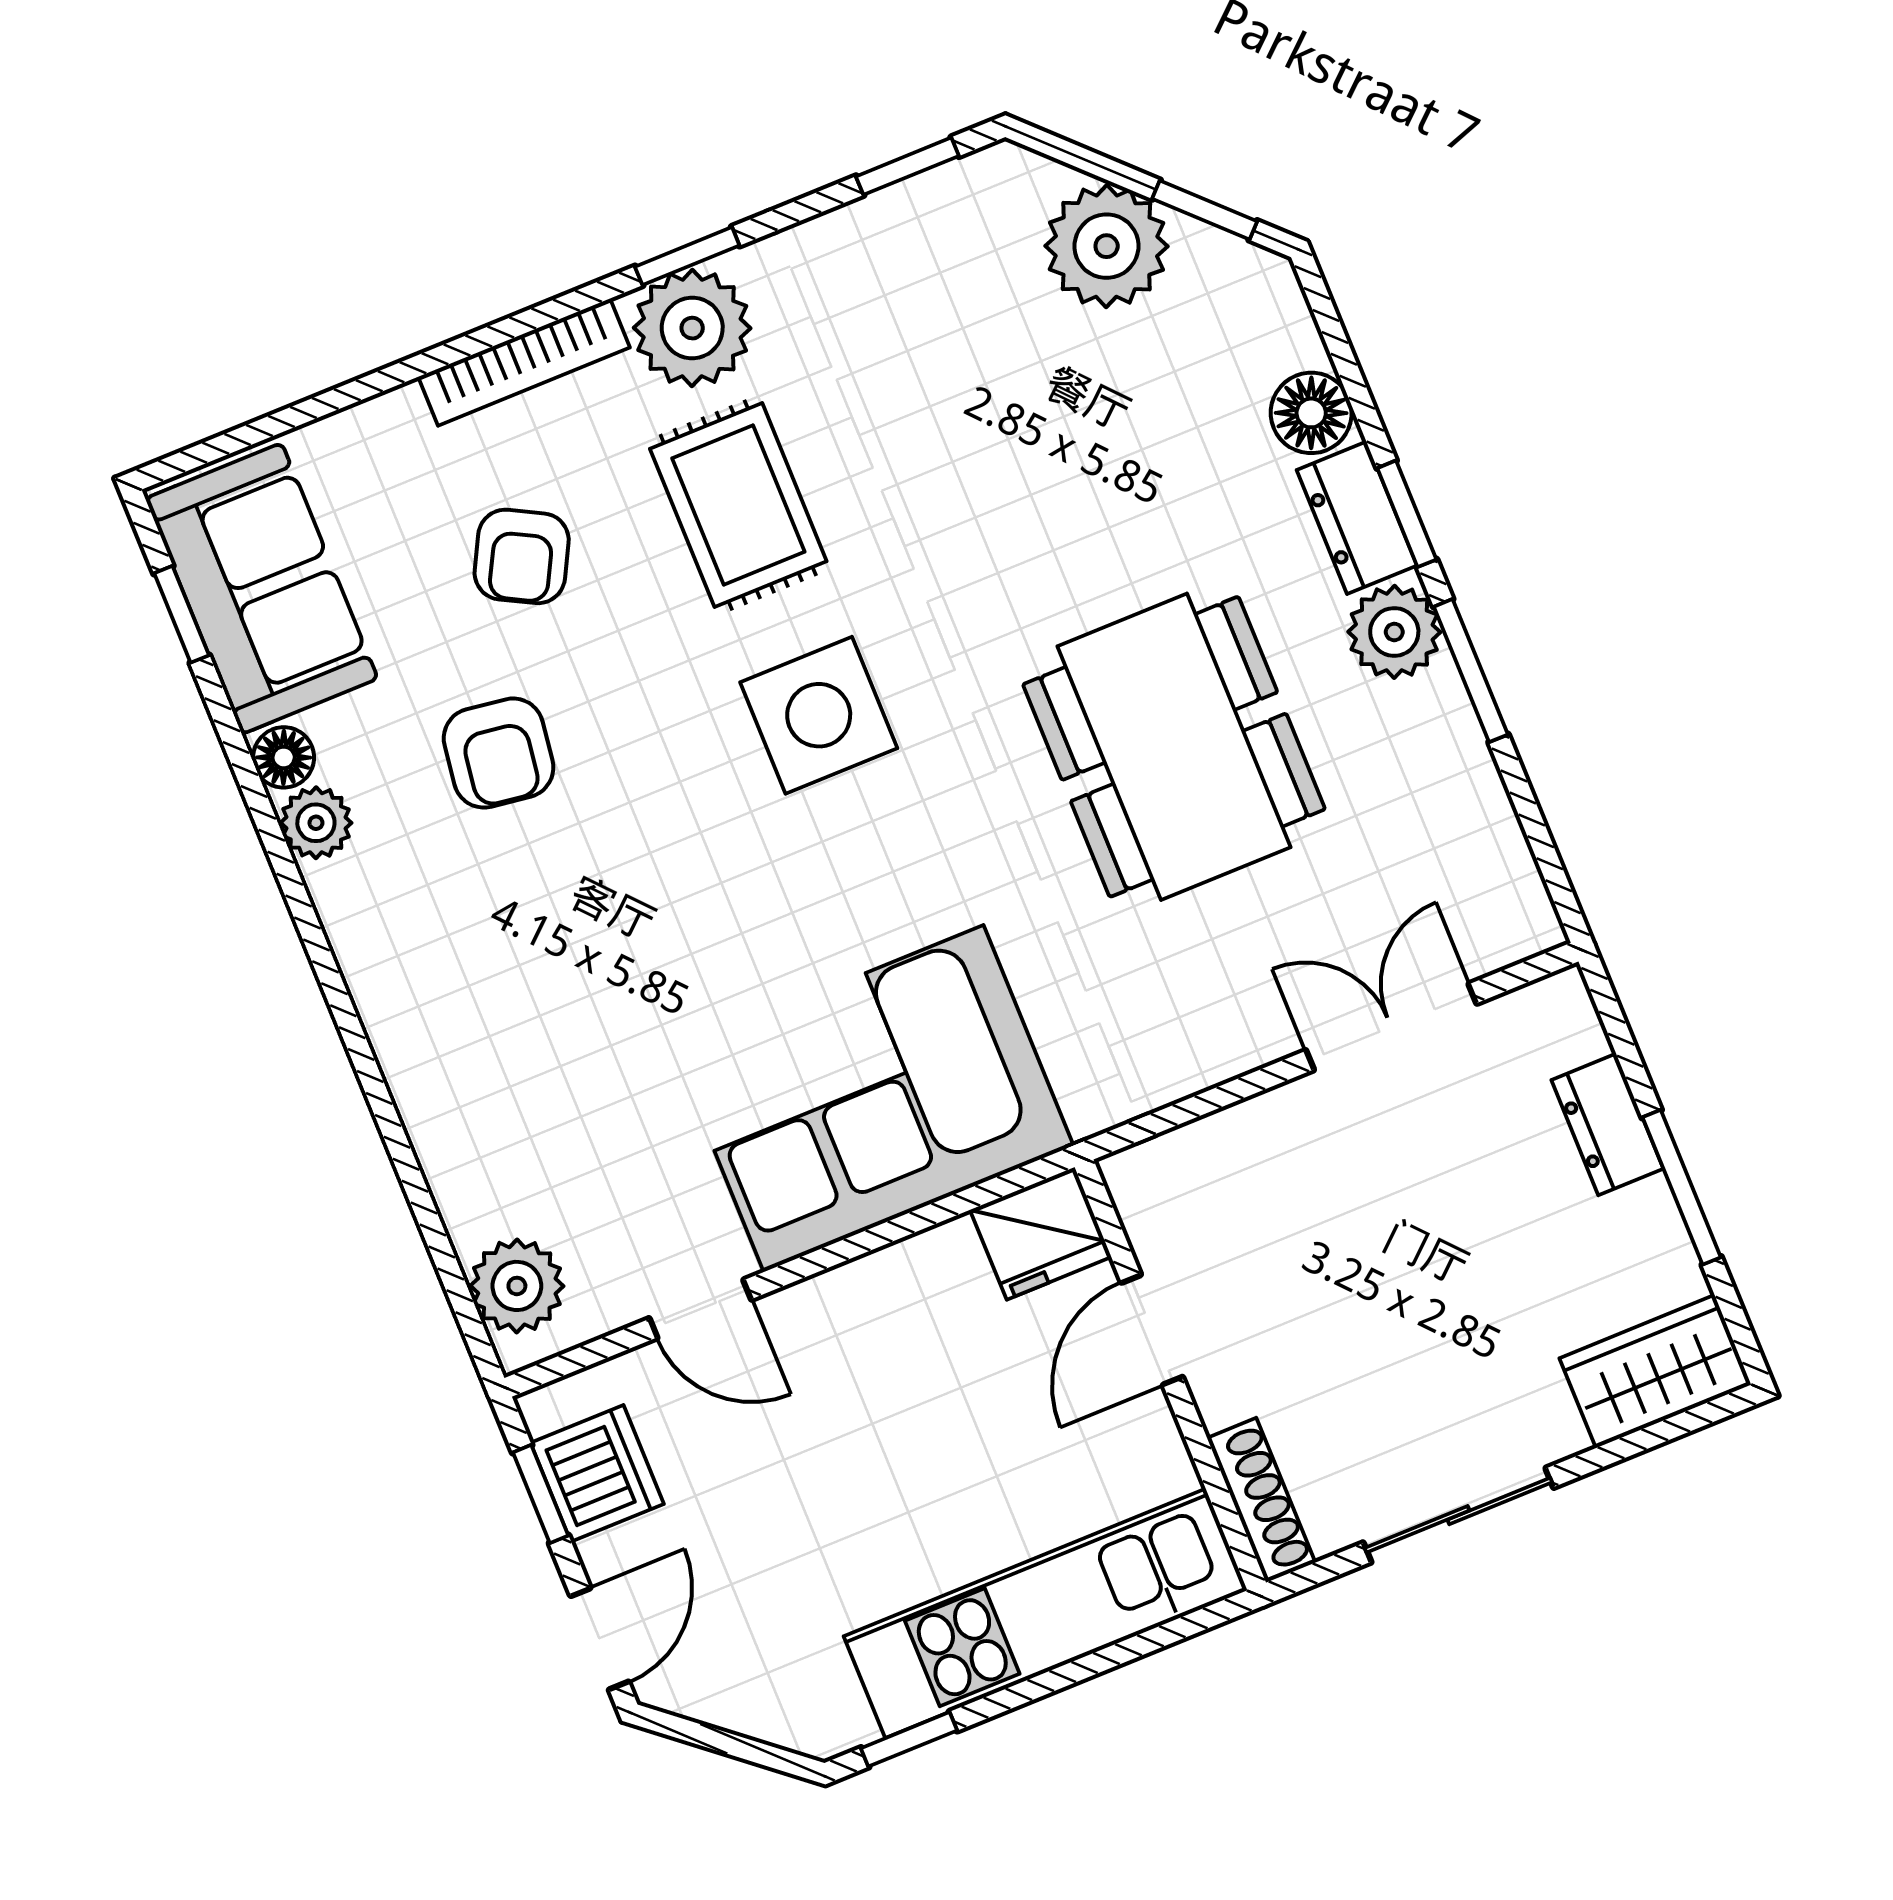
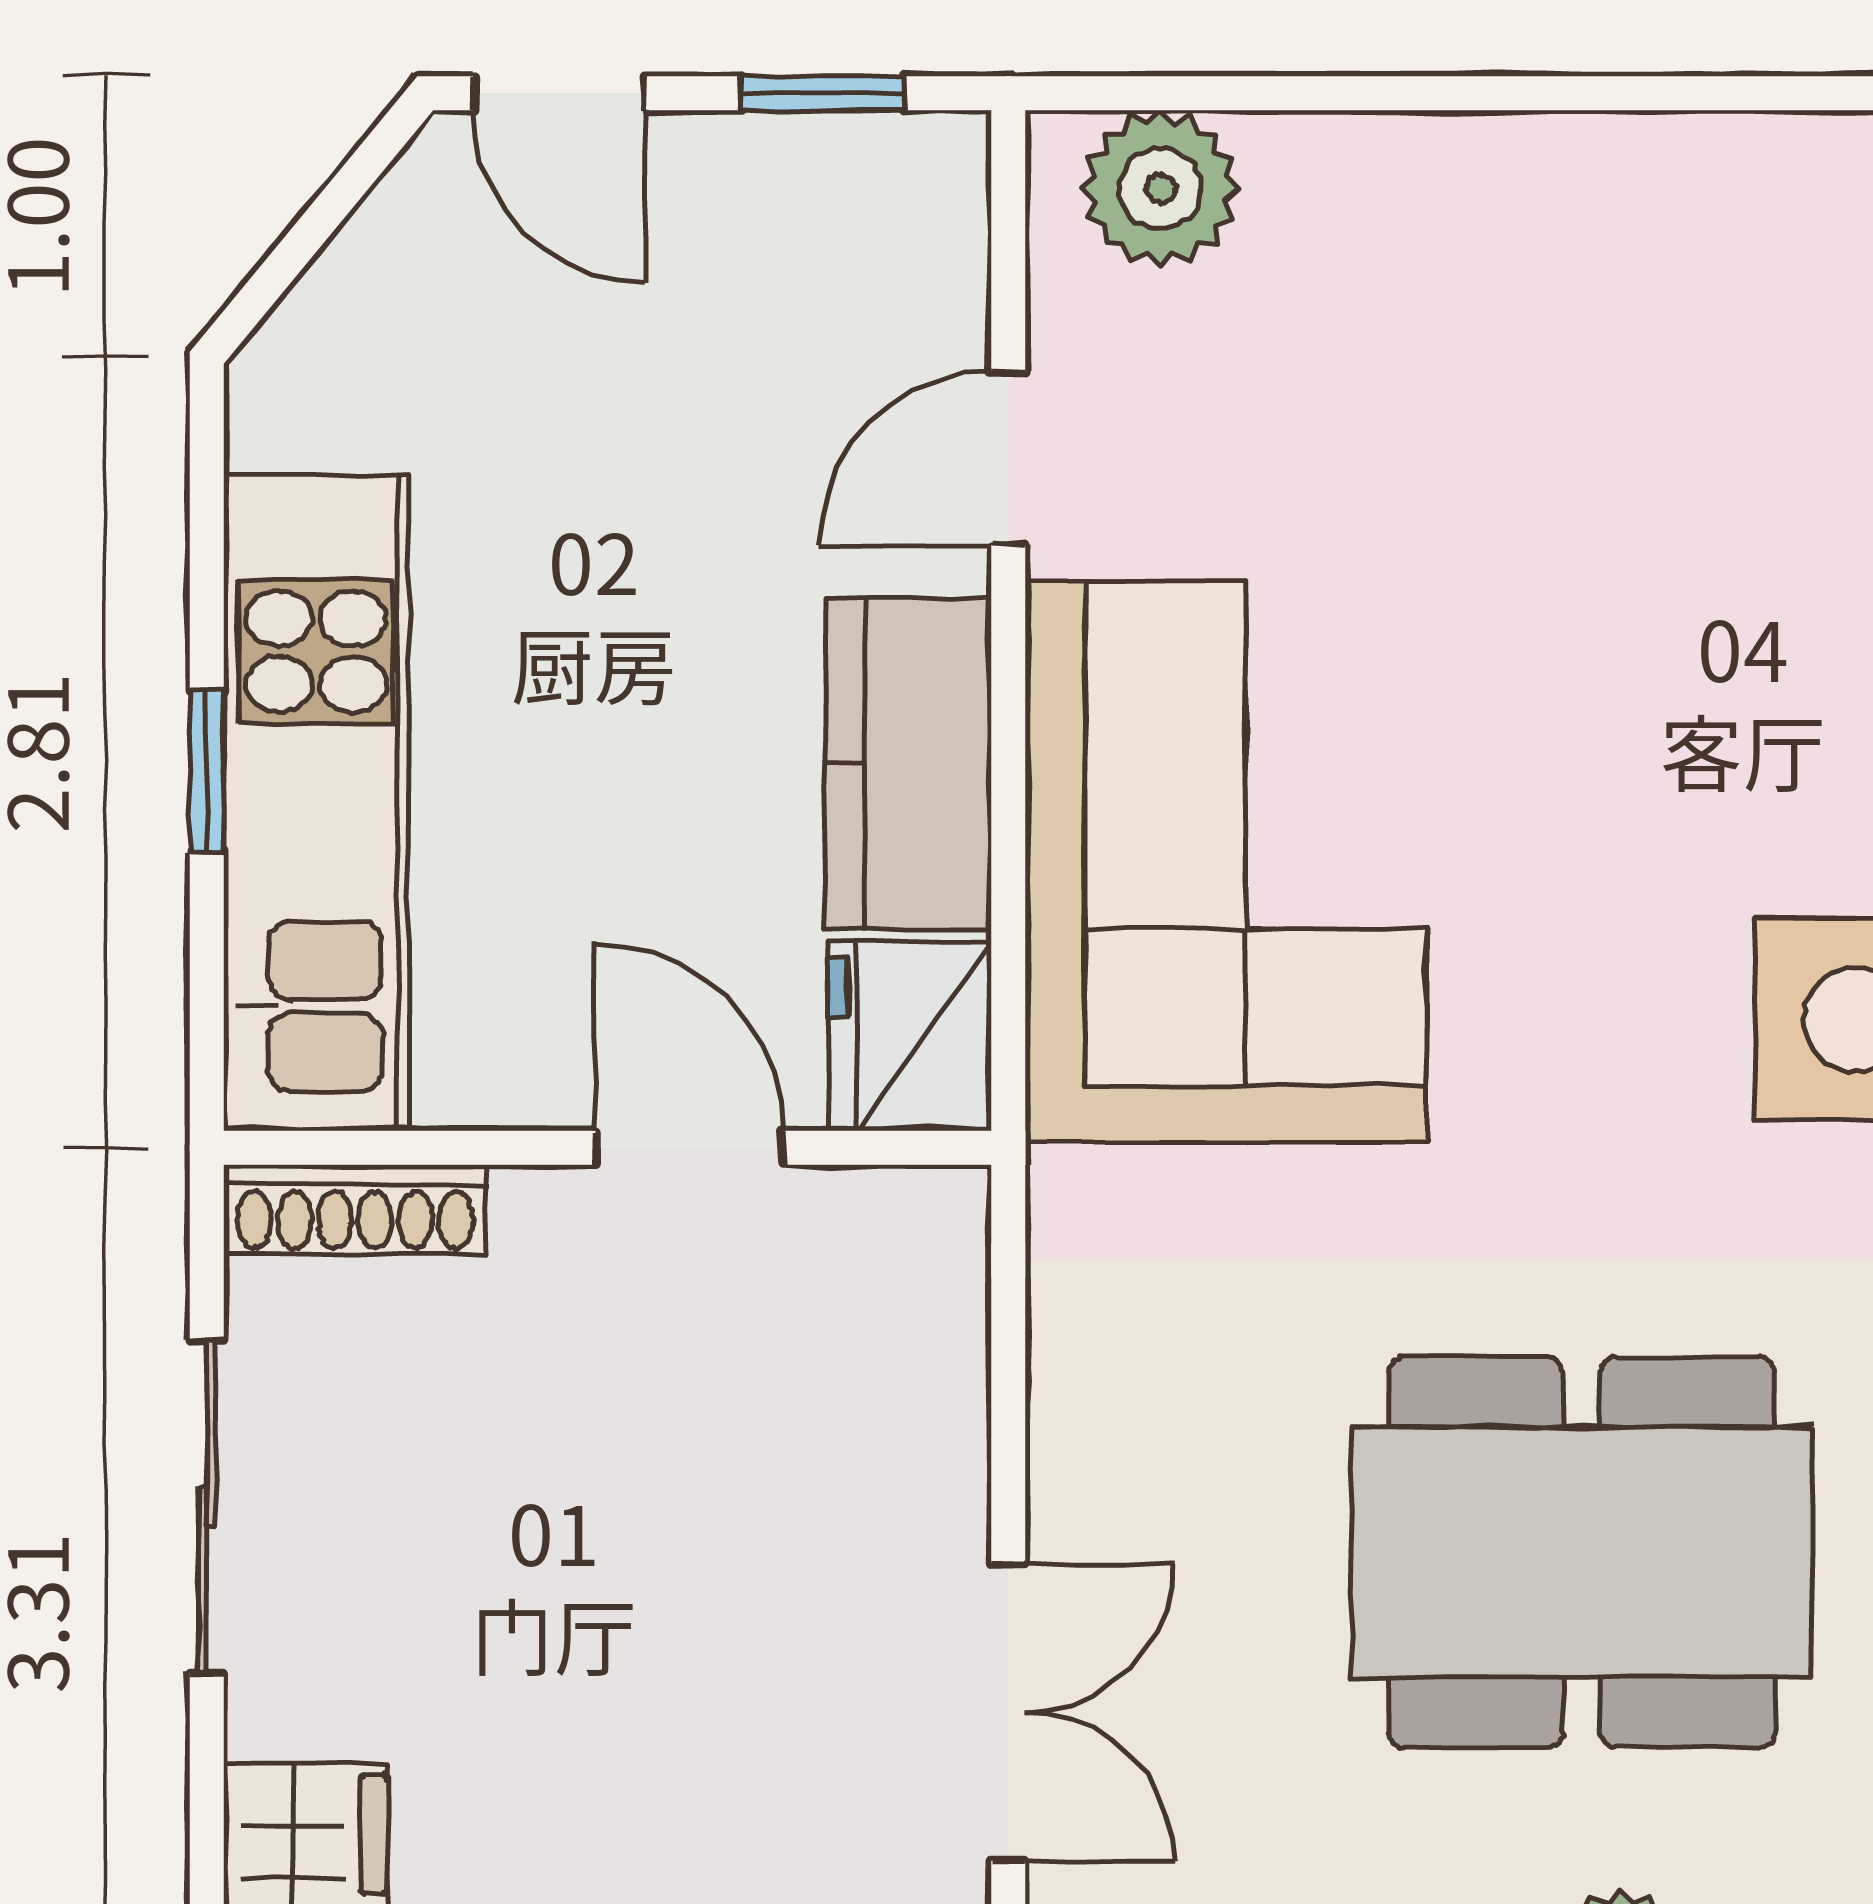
kitchen counter: (891, 1296) -> (908, 764), added
dishwasher: (597, 1473) -> (818, 194), removed
window: (909, 1739) -> (207, 772), moved

